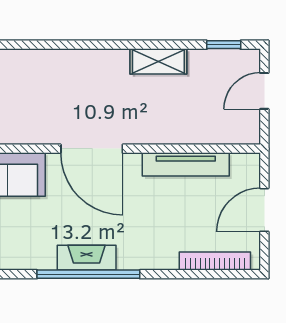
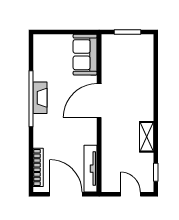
tv unit: (186, 164) -> (91, 169), moved
door: (264, 210) -> (66, 194), width x1.36

